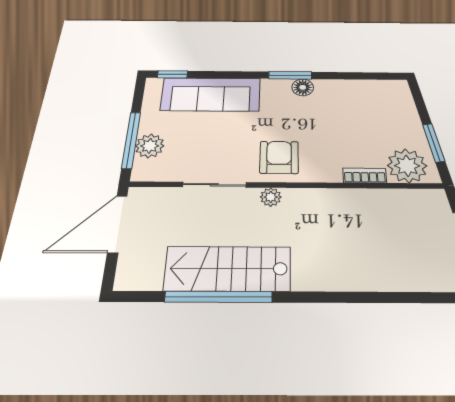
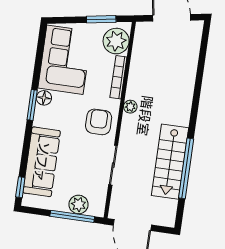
corner sofa: (362, 106) -> (65, 60), added
armchair: (279, 157) -> (99, 122), turned 90
bookcase: (365, 175) -> (118, 77), width x1.56
plant: (271, 197) -> (130, 107), moved

